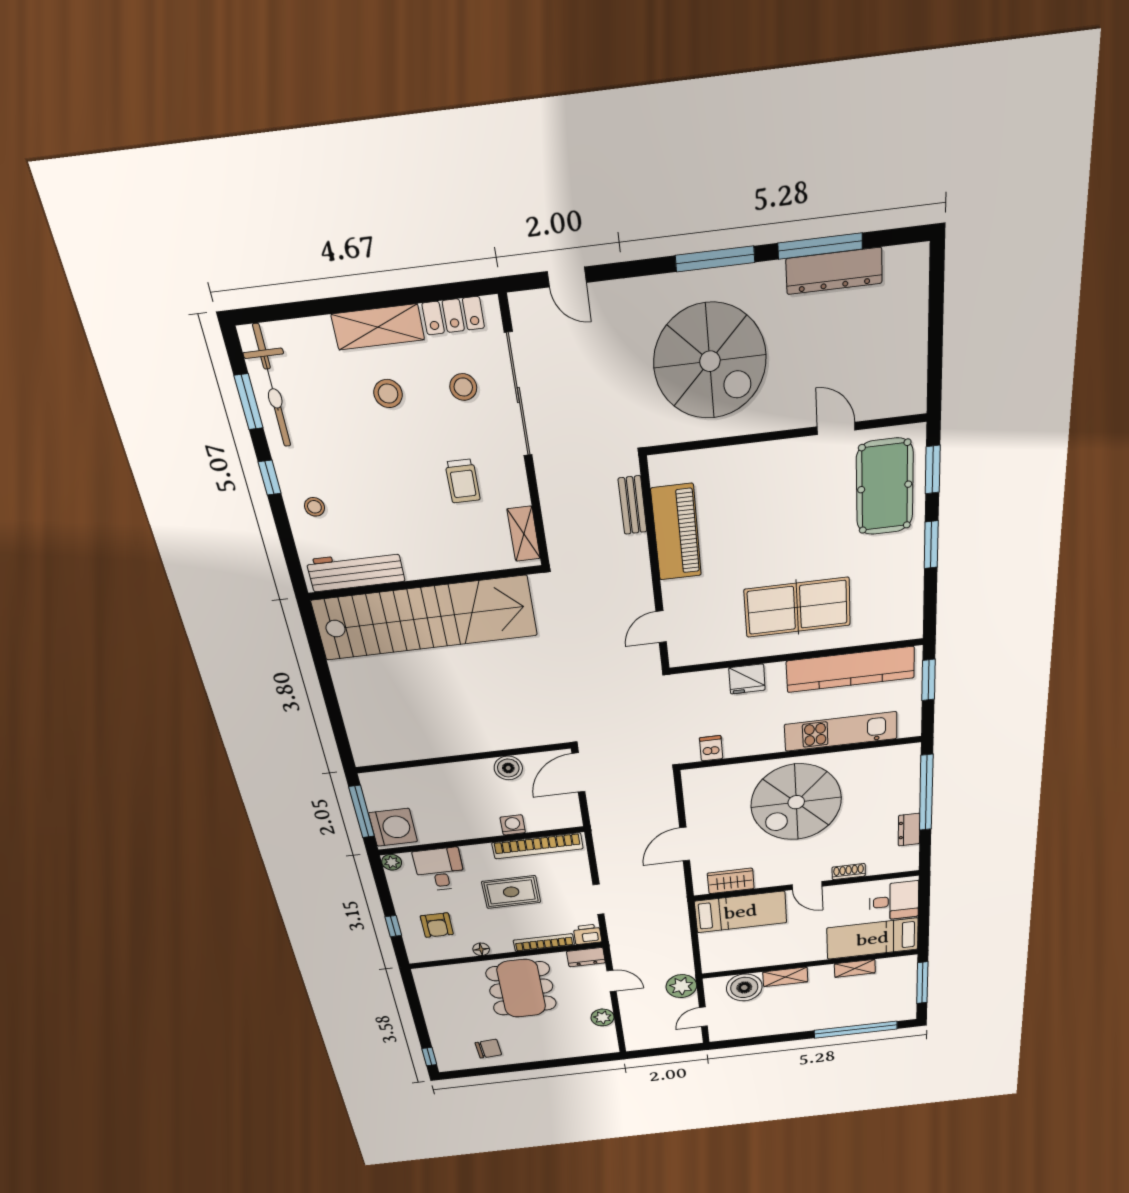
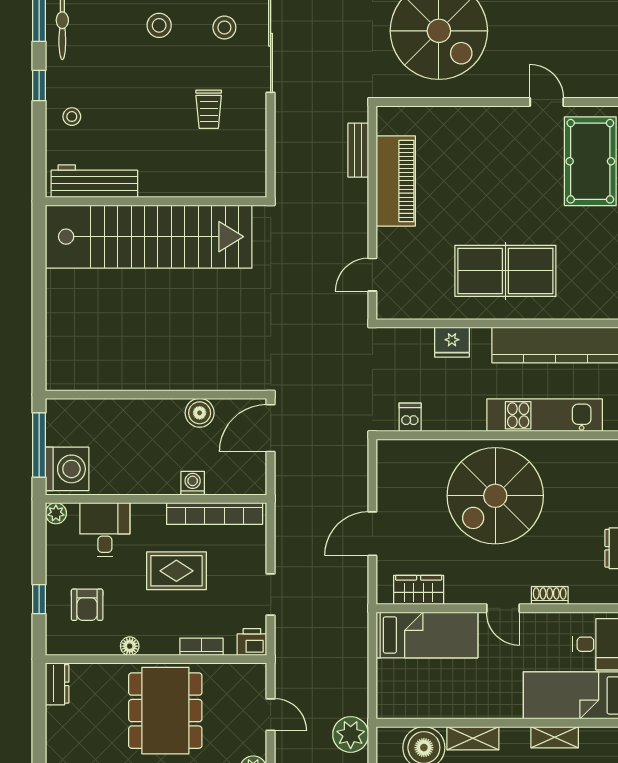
shelving: (524, 534) -> (255, 165), removed
bookcase: (544, 943) -> (201, 647), width x0.64
dresser: (586, 957) -> (57, 684), moved, turned -90

